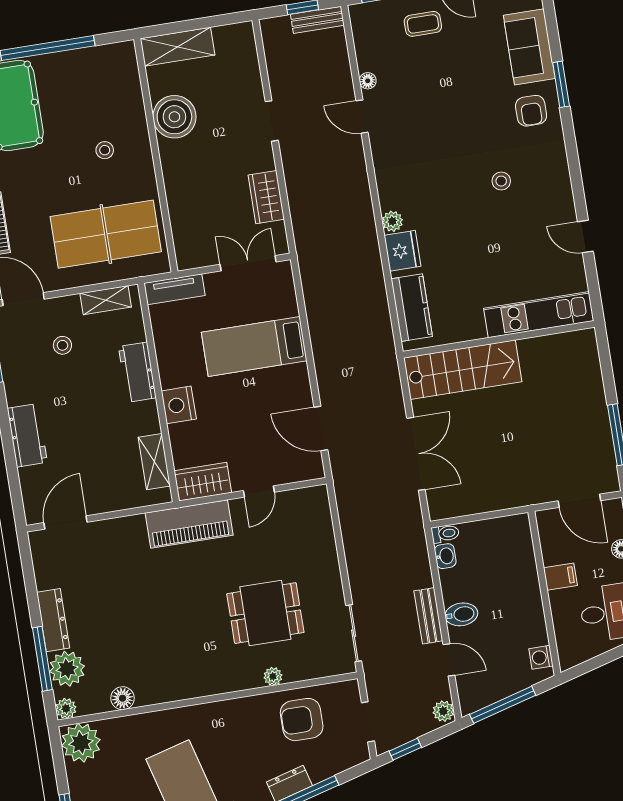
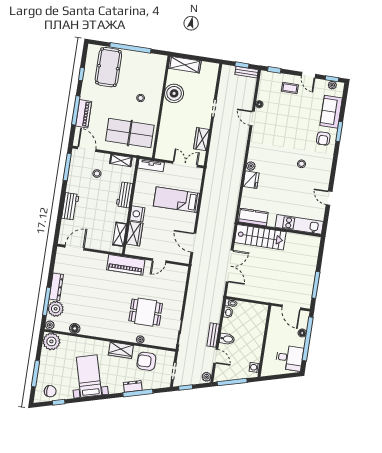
kitchen counter: (412, 308) -> (253, 217), moved, turned -90
wardrobe: (203, 482) -> (134, 234), moved, turned 90
filing cabinet: (560, 577) -> (273, 336), removed
wardrobe: (238, 713) -> (121, 350), added

